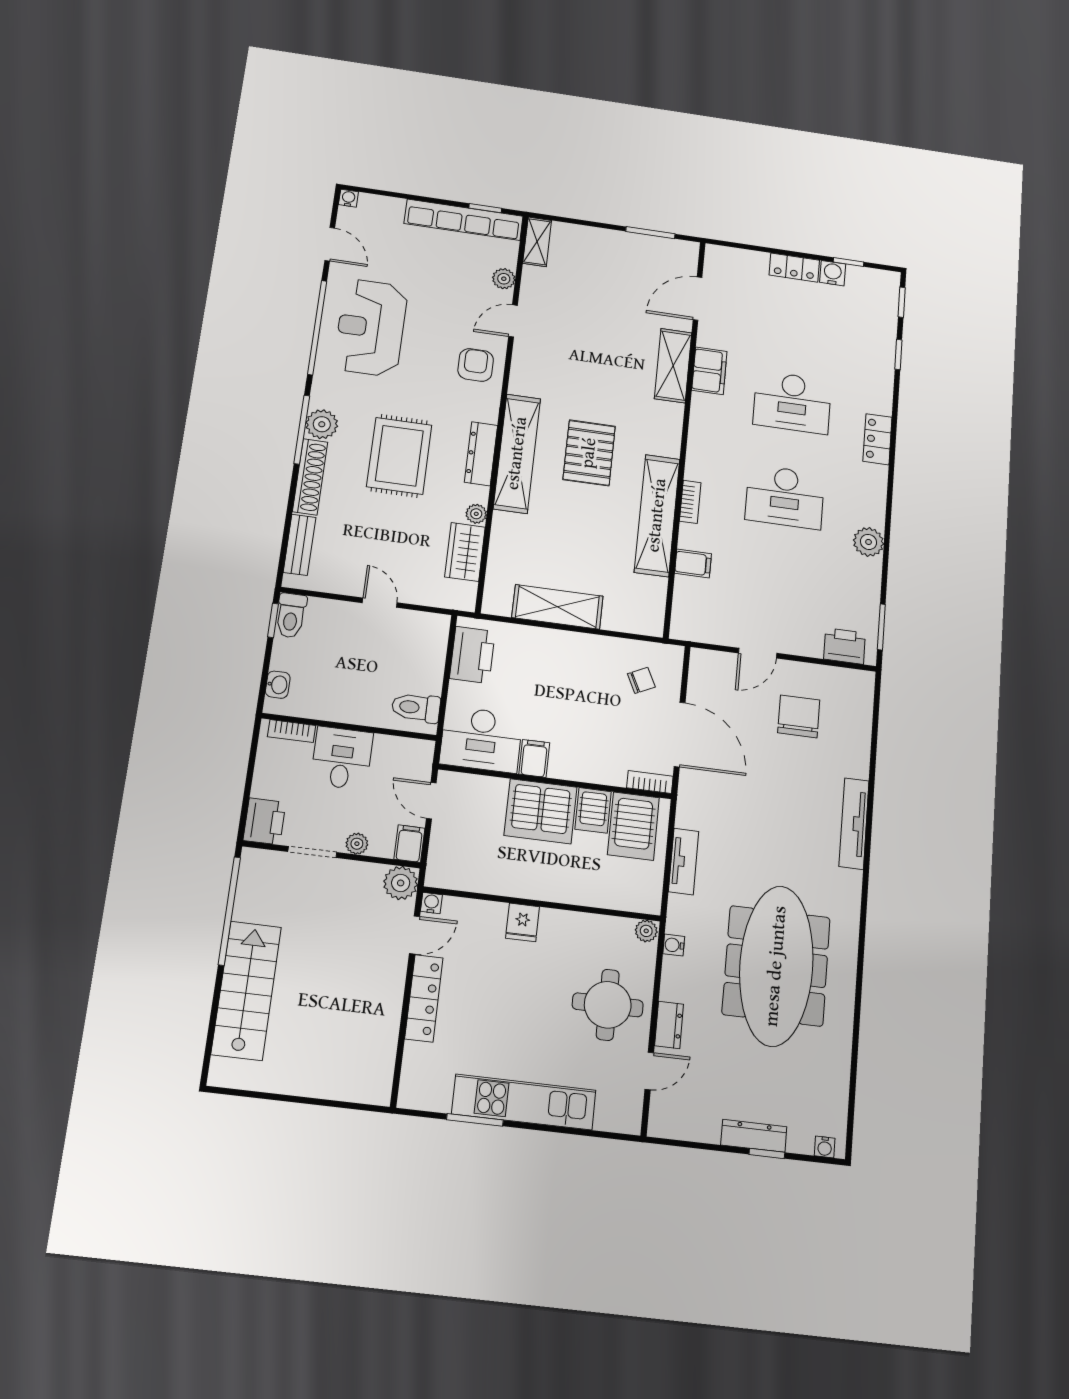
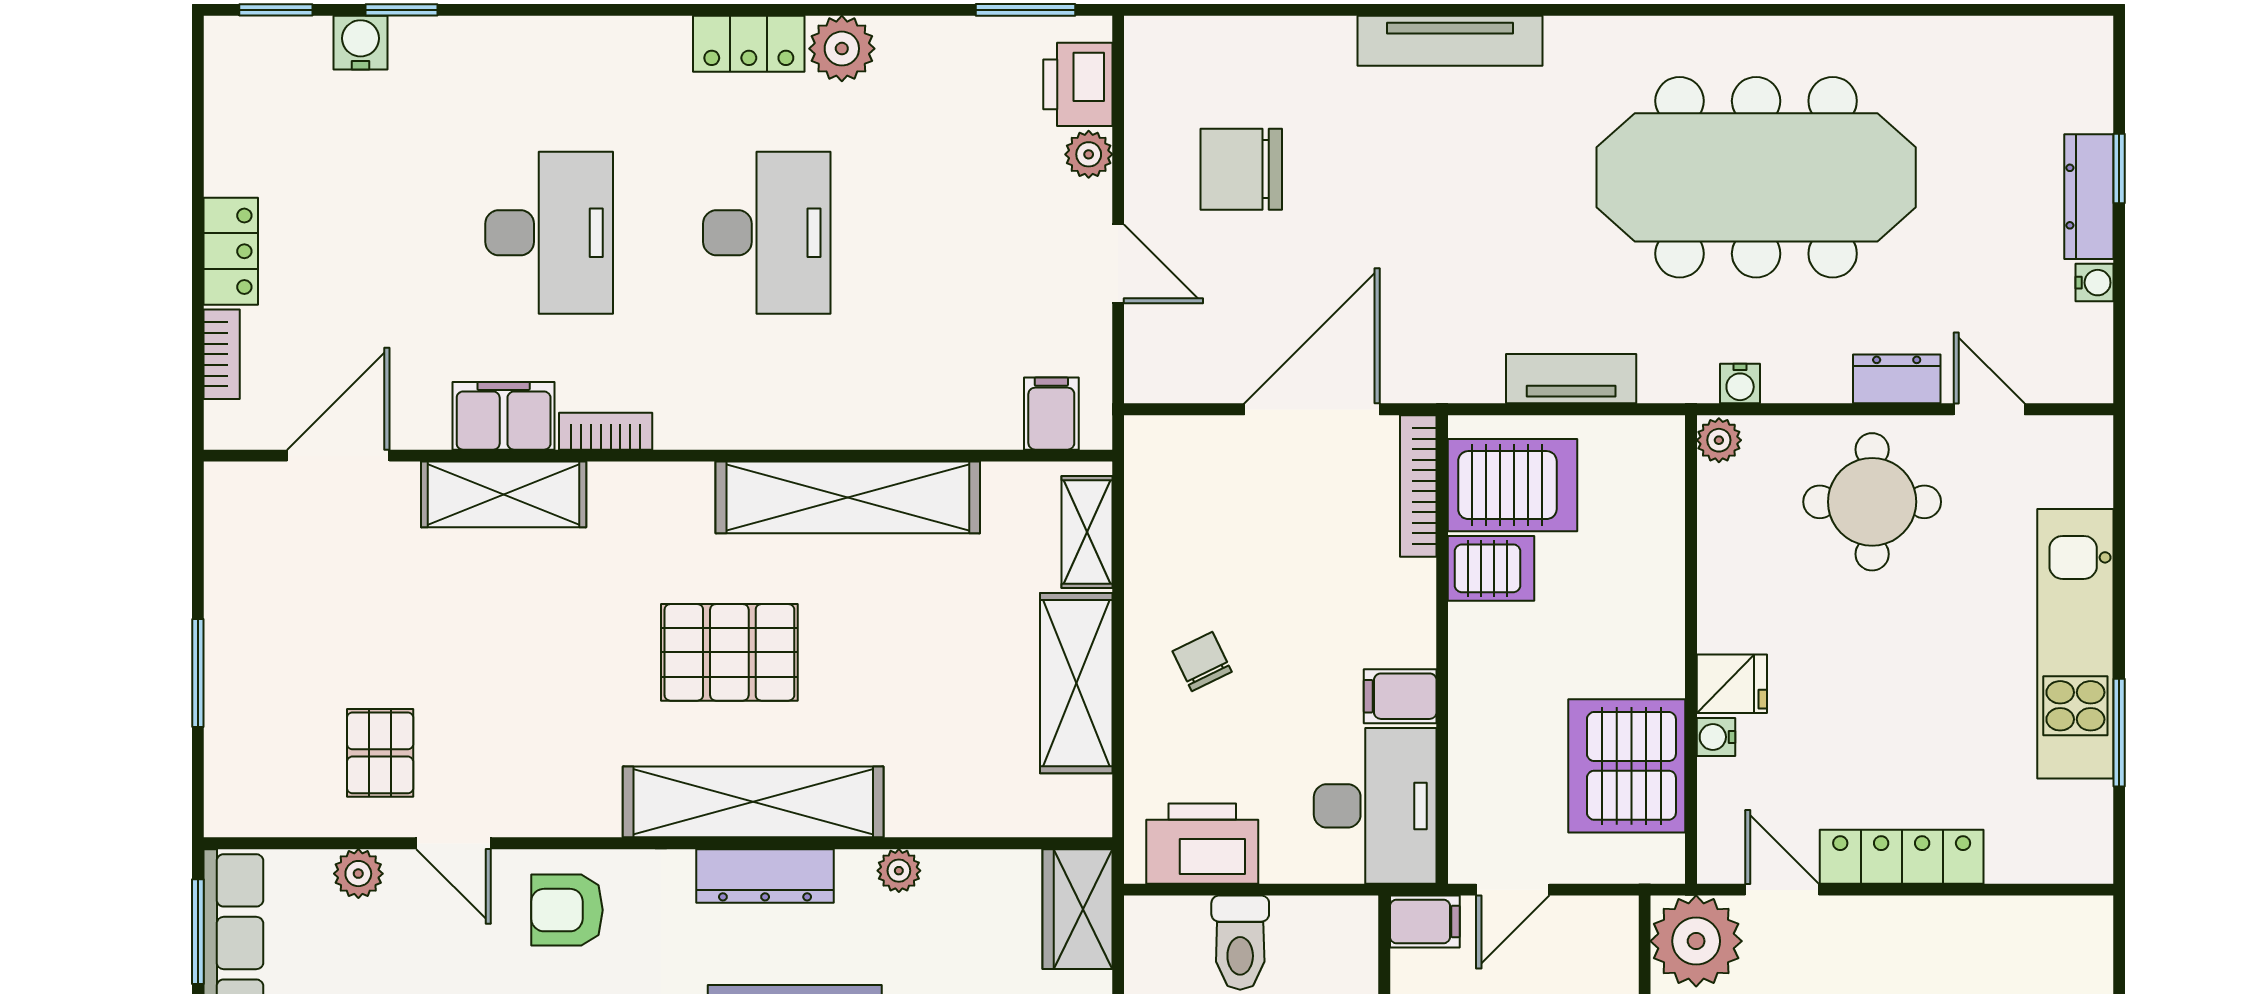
window: (485, 208) -> (198, 932), width x1.50
window: (650, 233) -> (198, 673), moved
shelving: (537, 242) -> (1087, 532), moved, turned 90
bookcase: (748, 257) -> (222, 354), added
window: (848, 262) -> (198, 133), removed
water cooler: (833, 273) -> (361, 43), moved, turned 90
pallet: (559, 296) -> (380, 753), added
door: (698, 298) -> (338, 456), swing flipped
locker: (877, 439) -> (749, 44), moved
bookcase: (690, 502) -> (606, 431), moved
wardrobe: (465, 552) -> (1077, 909), moved, turned 90
filing cabinet: (693, 563) -> (1051, 414), moved
plant: (811, 647) -> (1089, 154), added
chair: (641, 680) -> (1202, 661), moved
toilet: (416, 708) -> (1240, 943), moved
bookcase: (650, 782) -> (1418, 486), width x1.56
server rack: (541, 811) -> (1627, 766), moved, turned 180
filing cabinet: (409, 844) -> (1425, 921), moved, turned 180
plant: (401, 883) -> (1696, 941), width x1.36, depth x1.36
water cooler: (431, 903) -> (1716, 737), moved
water cooler: (825, 1147) -> (2095, 283), moved

